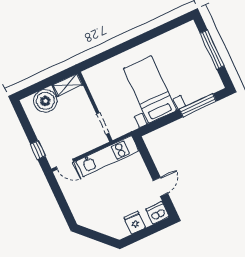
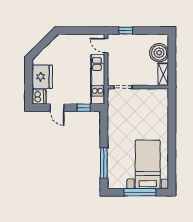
bed with nightstands: (150, 90) -> (148, 164), moved, turned -90
window: (146, 157) -> (84, 108), added
door: (65, 164) -> (106, 45), hinge flipped
fridge: (135, 223) -> (42, 77), width x1.88, depth x1.34

